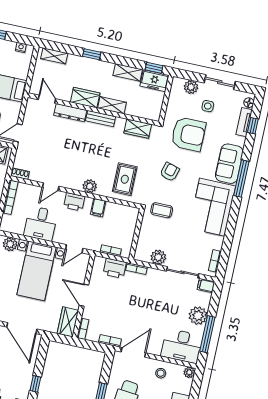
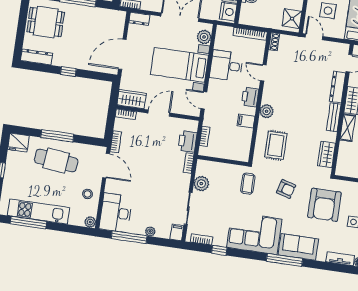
window: (253, 126) -> (219, 250), moved
rug: (125, 179) -> (276, 145), turned 90
plant: (198, 316) -> (150, 231), width x0.53, depth x0.53

